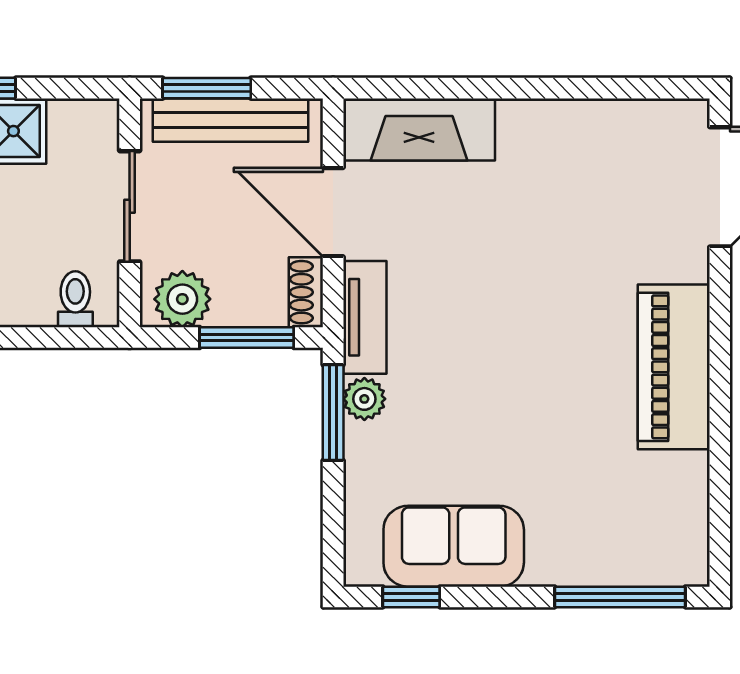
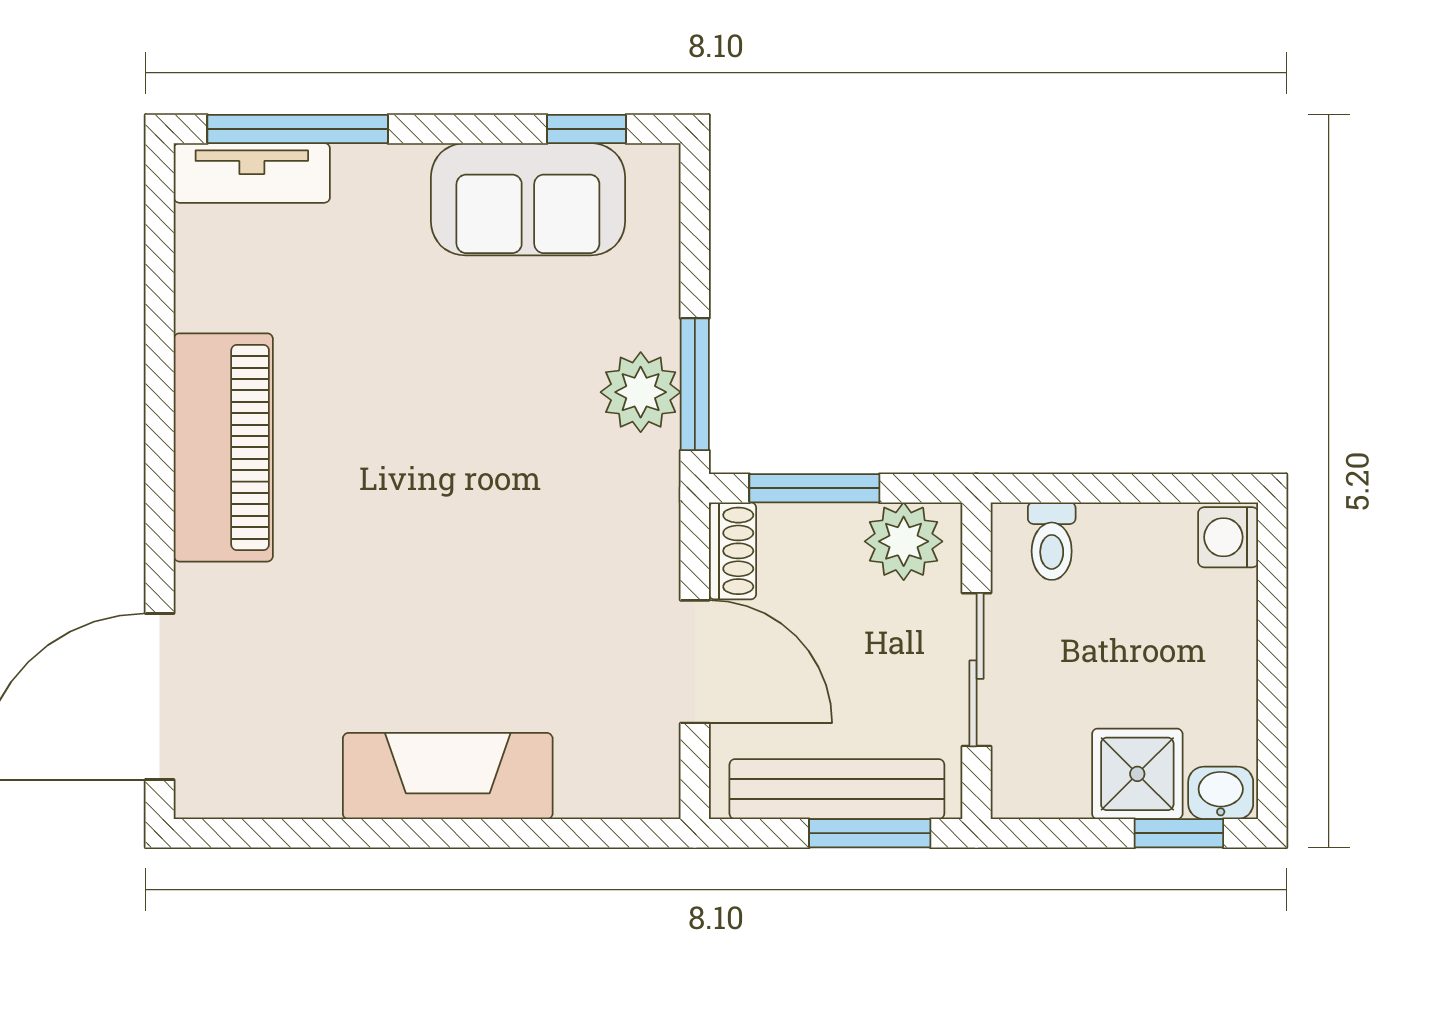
fireplace: (419, 130) -> (448, 776), moved
tv unit: (365, 317) -> (252, 173), moved, turned -90
plant: (364, 399) -> (641, 392), width x1.38, depth x1.38

